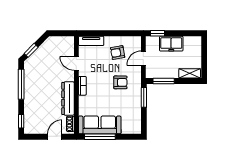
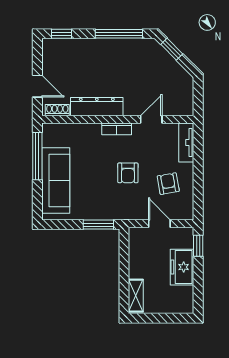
window: (164, 81) -> (124, 255), removed
armchair: (120, 82) -> (128, 173), moved
sofa: (100, 125) -> (56, 180), moved

